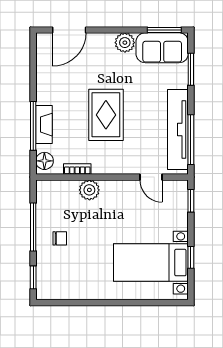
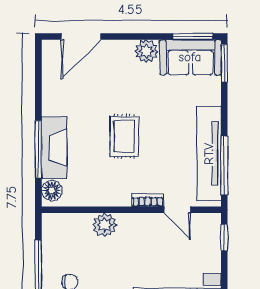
window: (191, 69) -> (224, 63), moved
rug: (106, 115) -> (124, 136), width x0.73, depth x0.70
fireplace: (44, 125) -> (54, 148), width x1.37, depth x1.32
bookcase: (77, 169) -> (148, 200), moved

